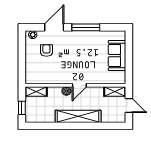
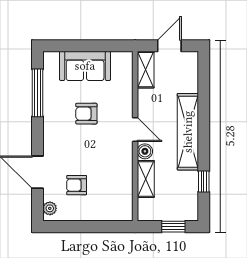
window: (86, 27) -> (37, 93), moved
armchair: (89, 56) -> (86, 114), added
shelving: (36, 91) -> (146, 179), moved
window: (49, 126) -> (204, 181), added

